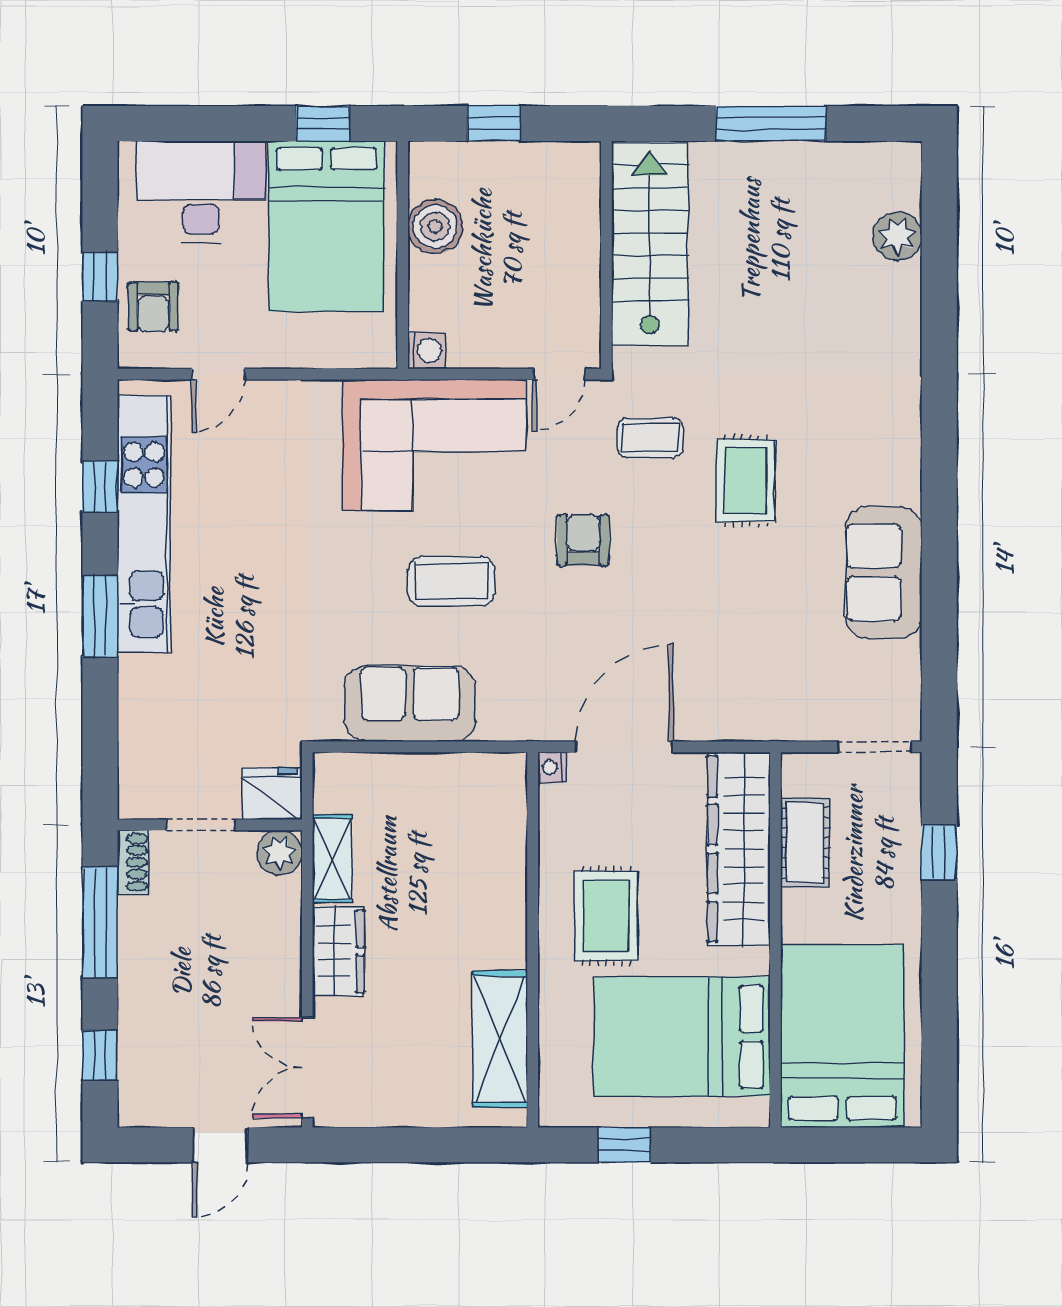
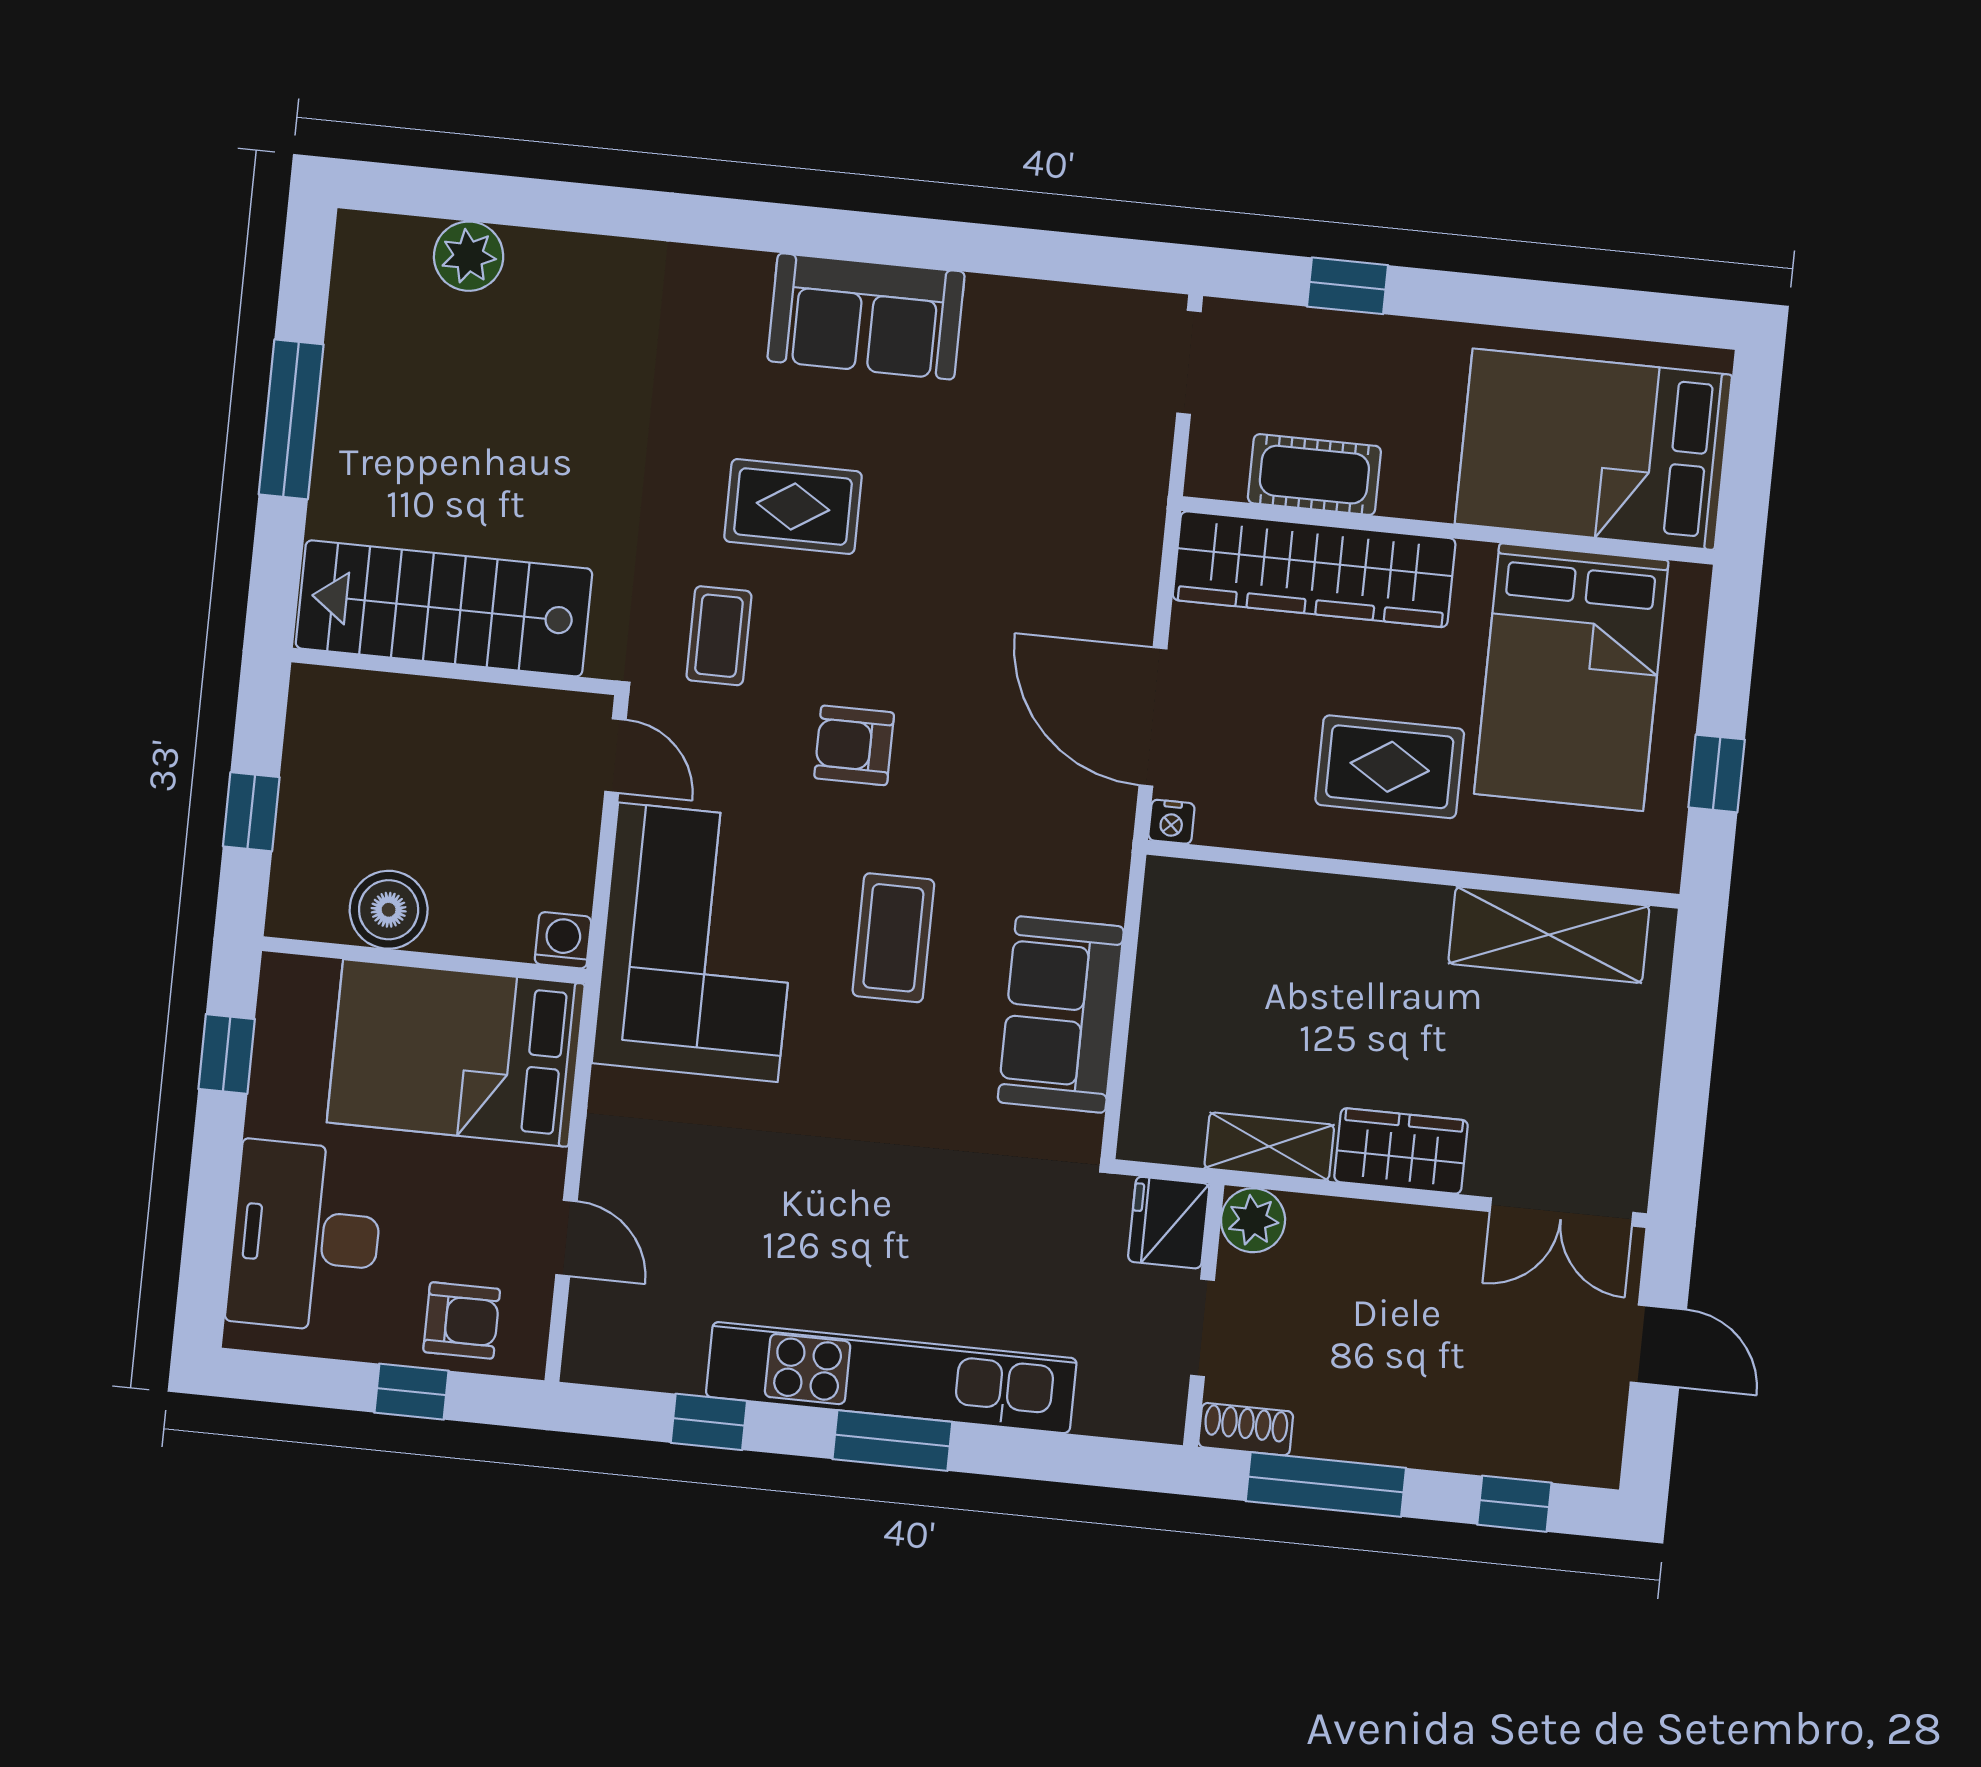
bed: (327, 226) -> (456, 1053), moved, turned 180
kitchen unit: (144, 524) -> (891, 1378), moved
sofa: (884, 572) -> (866, 316), moved

